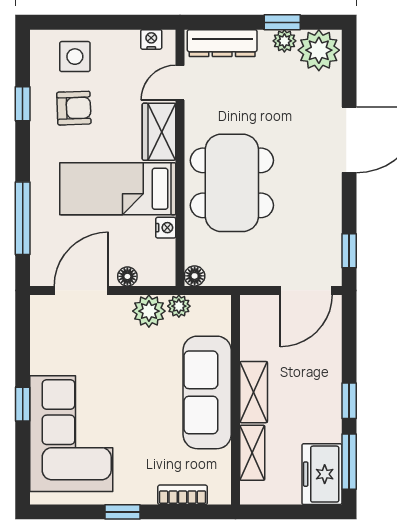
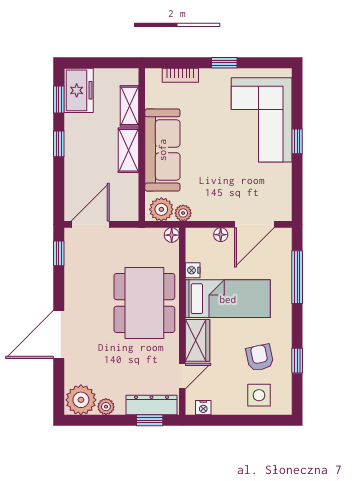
window: (282, 22) -> (150, 420), moved
armchair: (74, 108) -> (260, 358), turned 80
plant: (149, 311) -> (161, 209), moved
window: (349, 462) -> (59, 99), width x0.67

